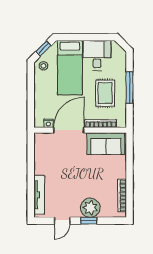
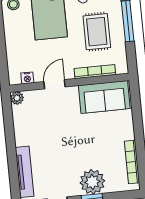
door: (69, 130) -> (54, 84), width x0.53
plant: (39, 138) -> (17, 98), added

